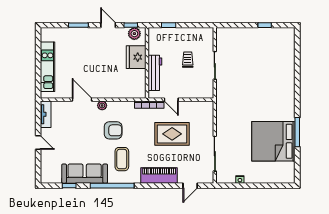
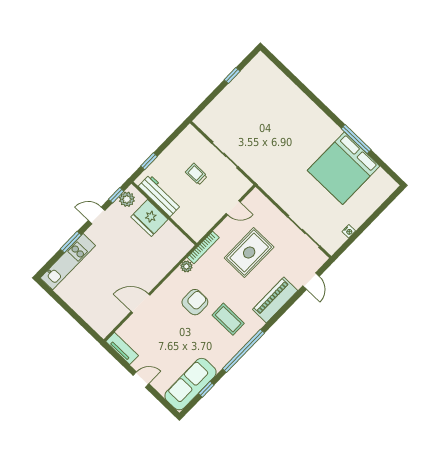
kitchen unit: (48, 67) -> (68, 262), moved, turned 90
workbench: (155, 73) -> (160, 196), moved
door: (171, 100) -> (233, 208), moved
plant: (102, 106) -> (186, 266), moved
sofa: (85, 174) -> (190, 384), moved

